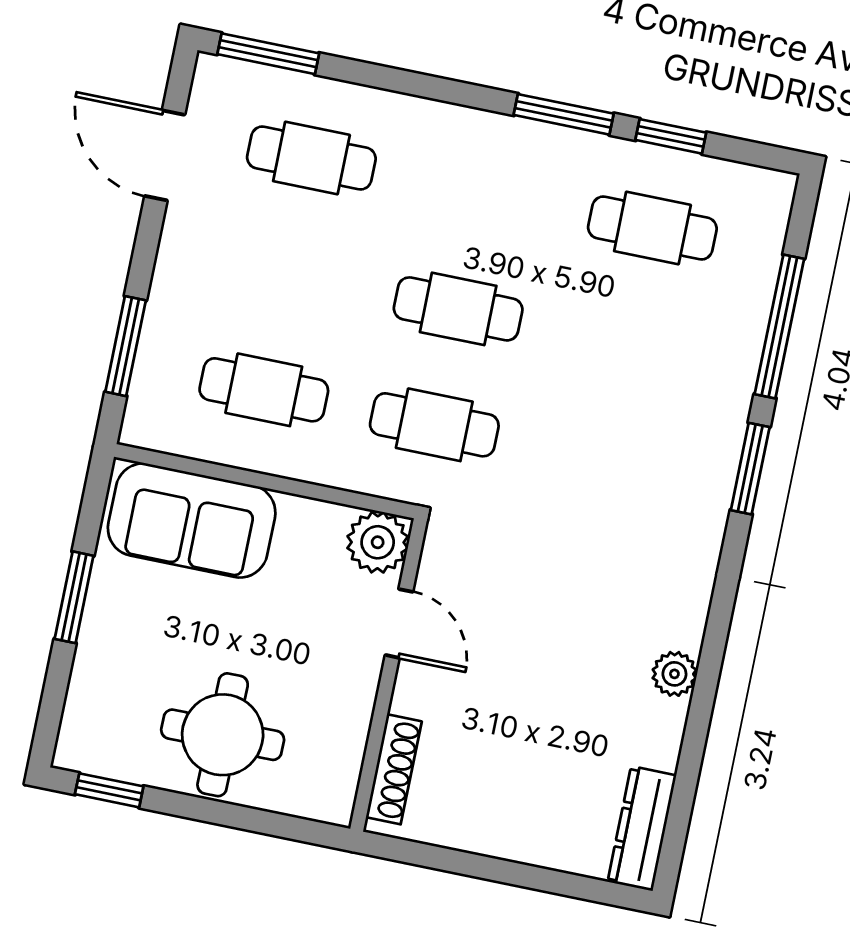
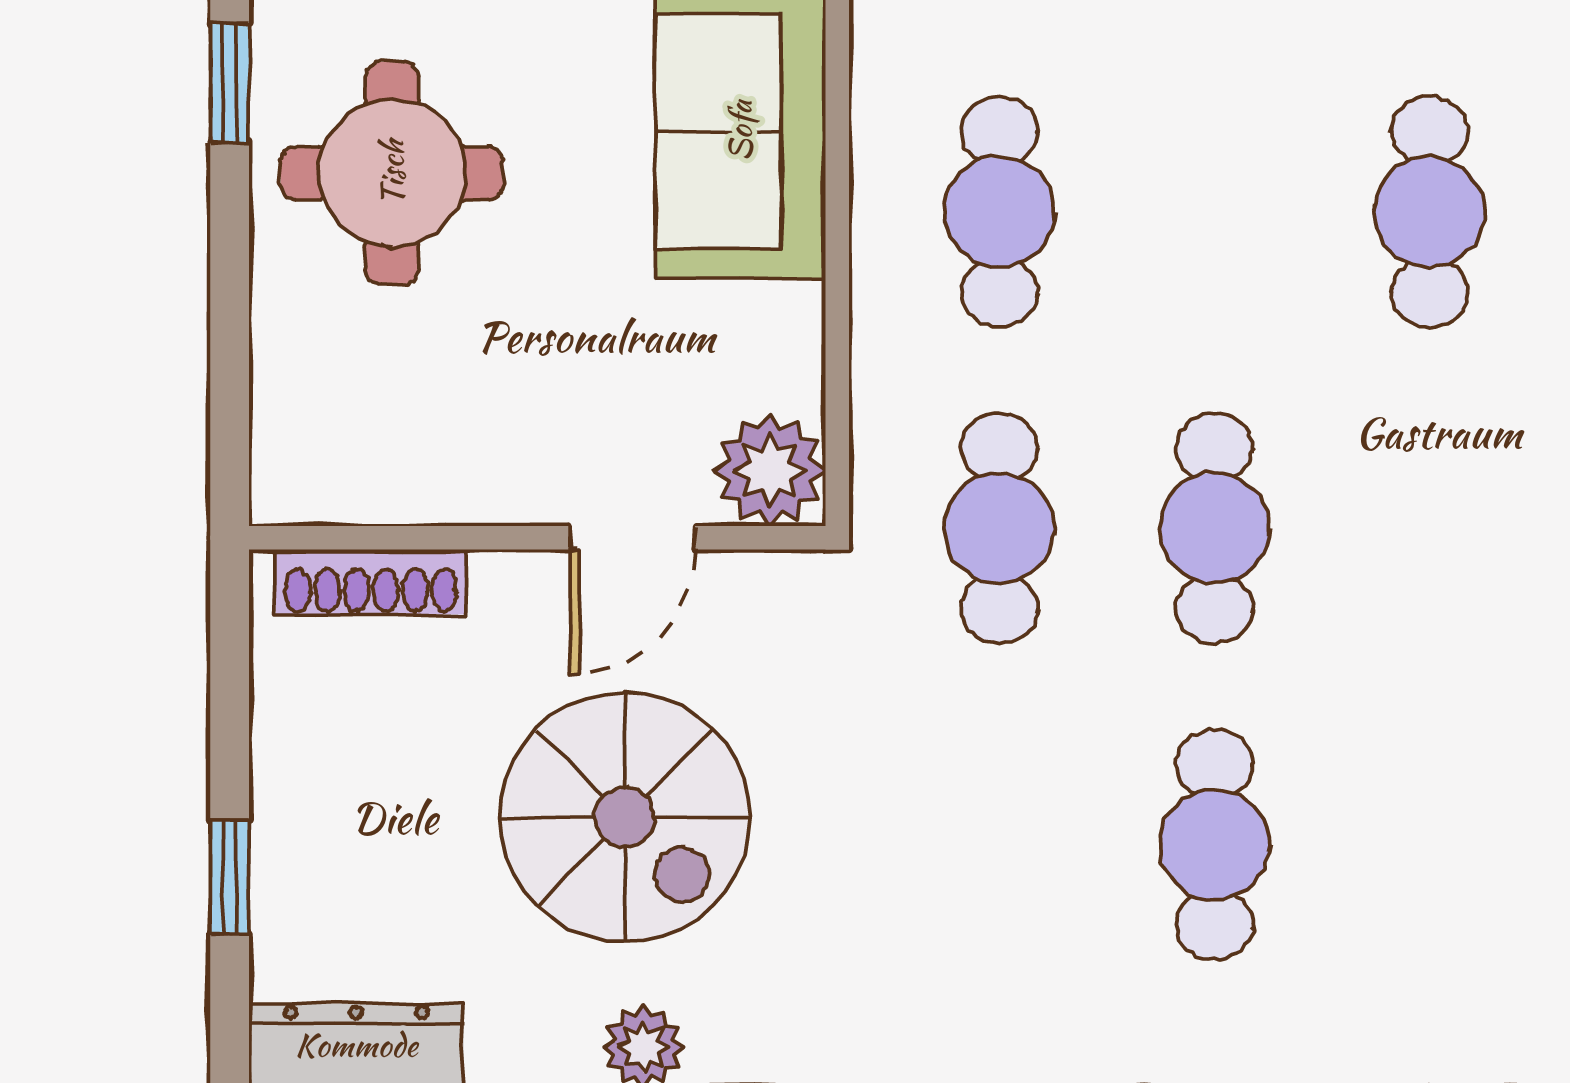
cafe table: (652, 228) -> (1214, 845), moved
spiral stairs: (549, 659) -> (625, 817), added
round table: (223, 735) -> (392, 173), moved
window: (537, 878) -> (230, 877), added

